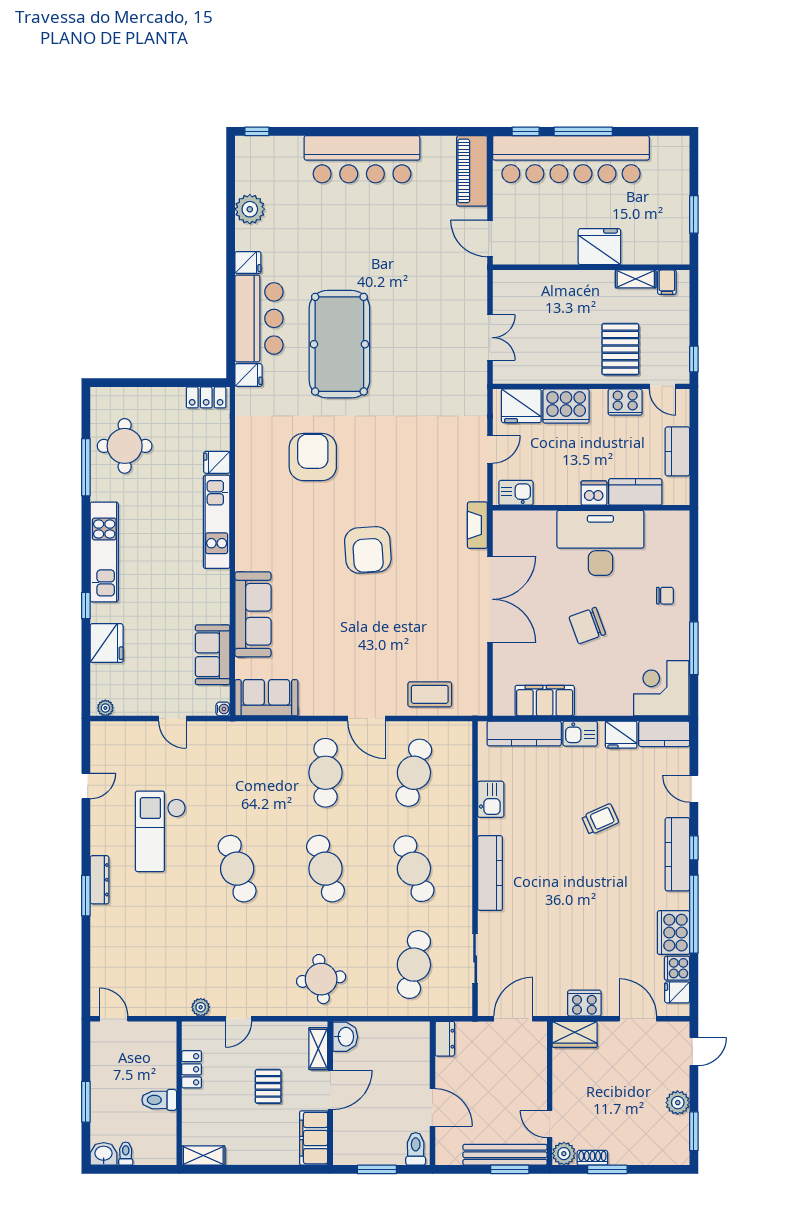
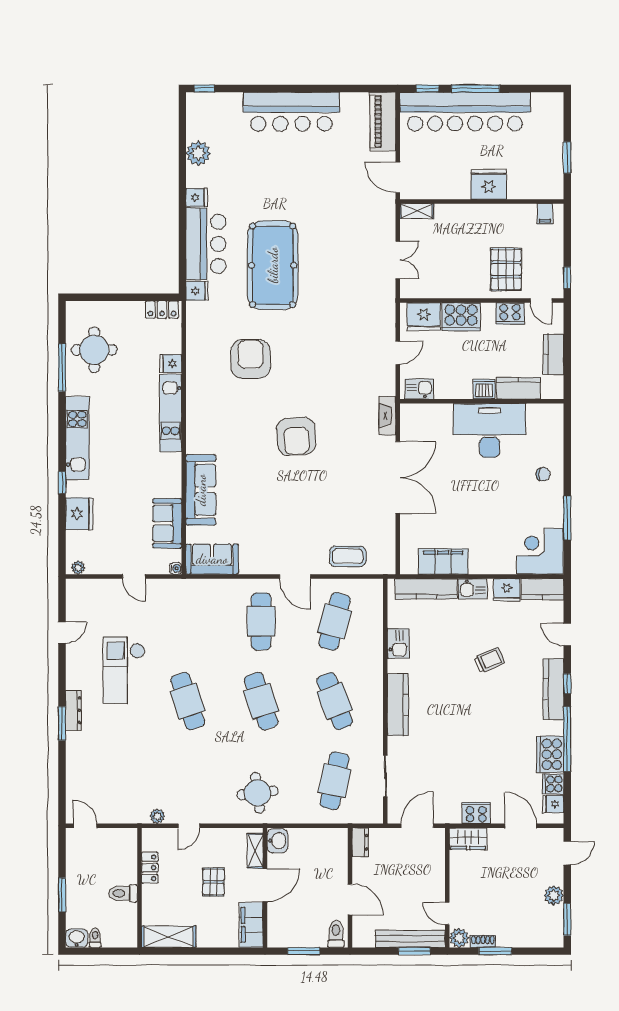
shelving: (636, 279) -> (417, 211), moved
chair: (587, 626) -> (479, 499), removed
shelving: (203, 1155) -> (169, 937), width x1.50, depth x1.33

